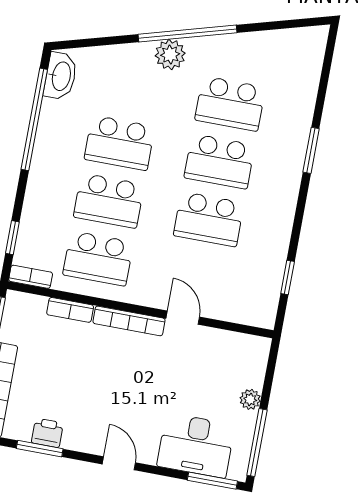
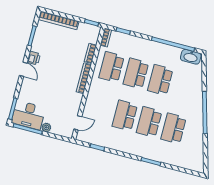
plant: (170, 55) -> (196, 104), removed
door: (183, 318) -> (78, 123), moved
printer: (47, 433) -> (34, 58), moved
desk: (196, 445) -> (28, 115), moved, turned -90
door: (119, 463) -> (23, 69), hinge flipped

